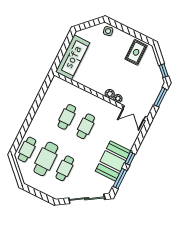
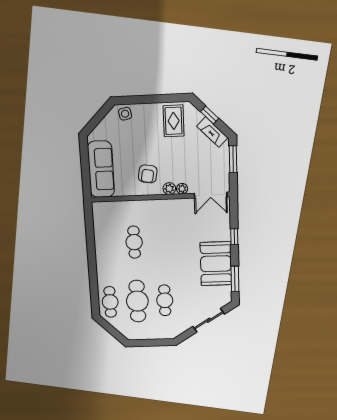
window: (164, 71) -> (210, 115), moved
fireplace: (157, 73) -> (212, 132), added
armchair: (101, 77) -> (148, 174), added
cafe table: (86, 126) -> (162, 241), removed
window: (130, 158) -> (234, 237), moved
sliding door: (87, 199) -> (209, 320), width x0.73

